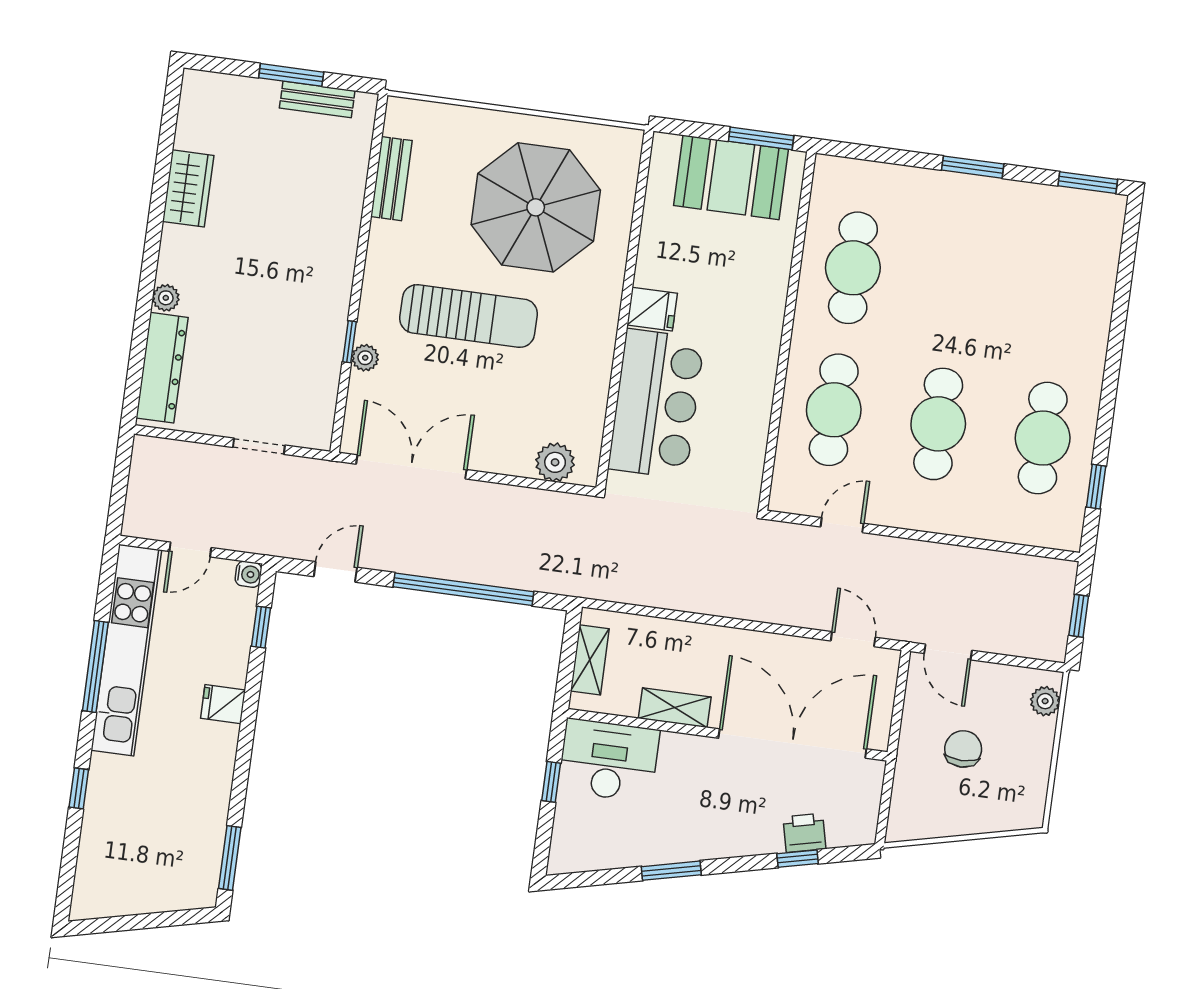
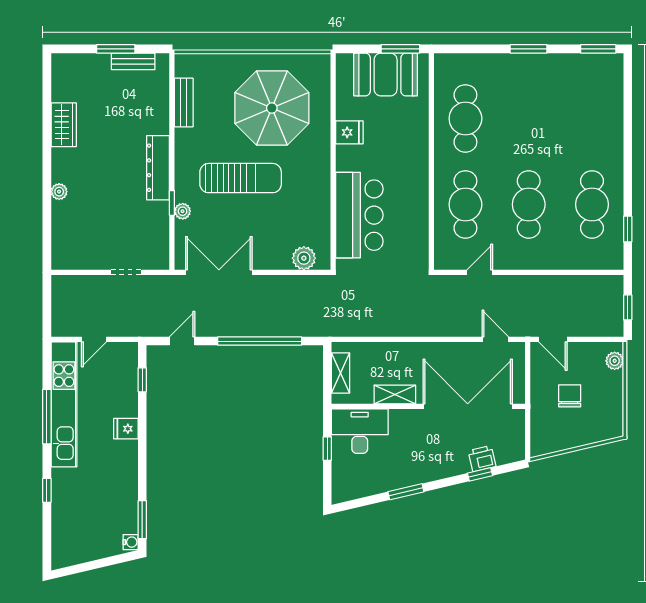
fridge: (652, 309) -> (349, 132), moved
dresser: (162, 368) -> (158, 168), moved, turned 180
water cooler: (248, 574) -> (131, 542), moved

